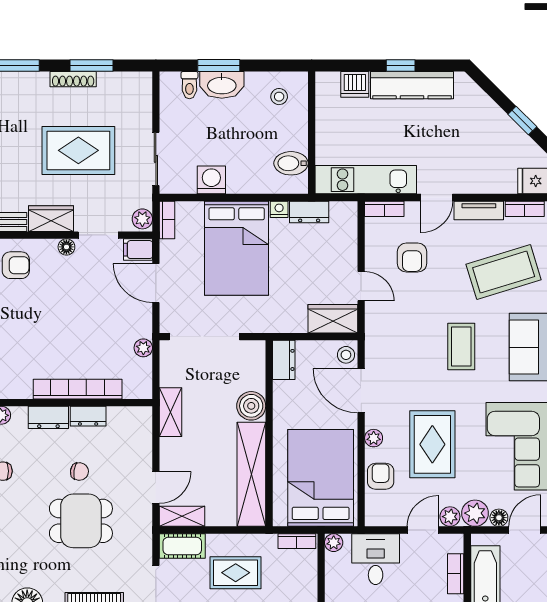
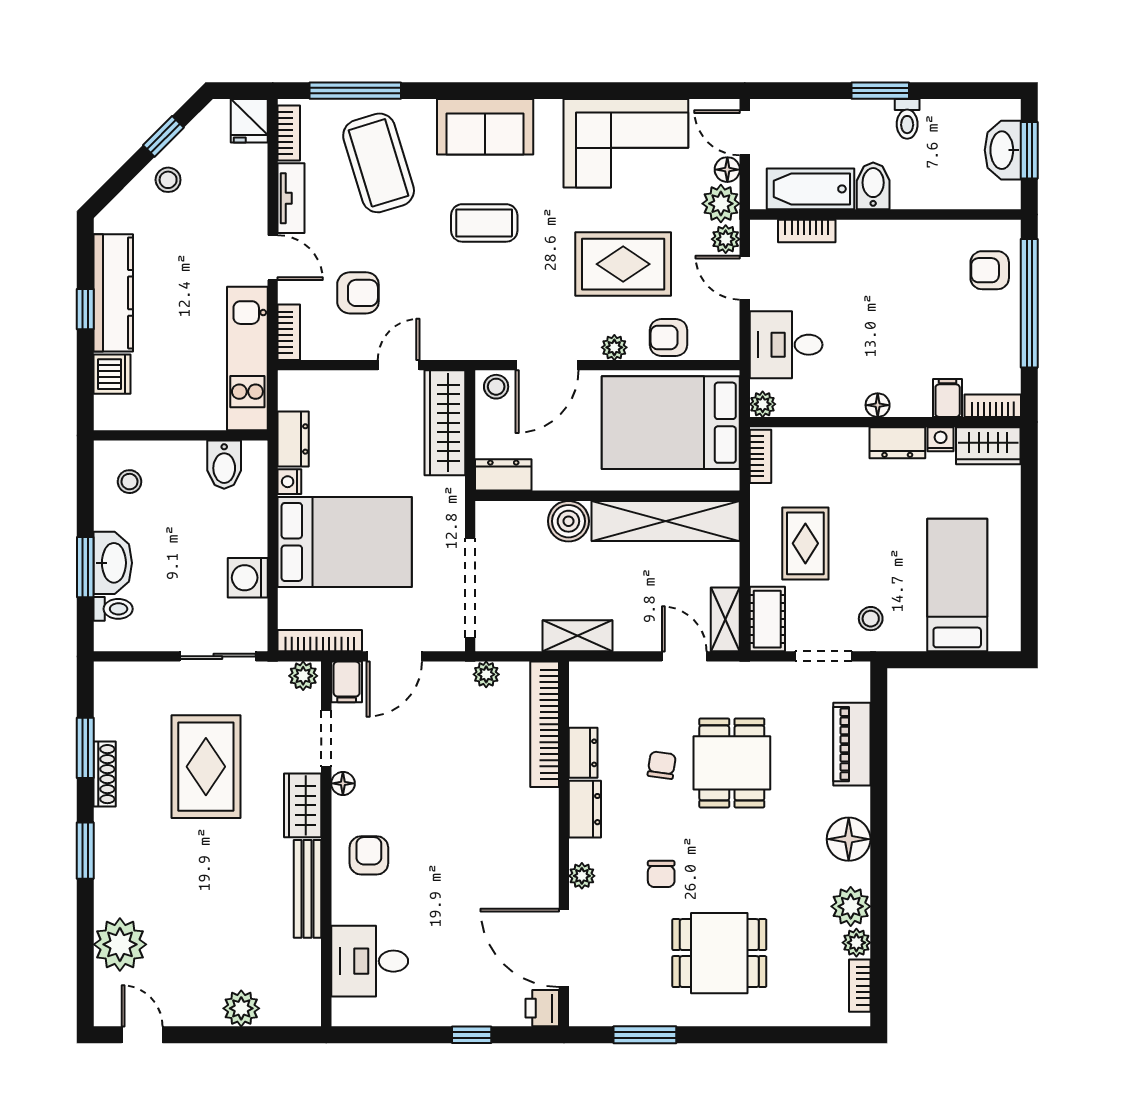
stool: (492, 124) -> (168, 180), added
bookcase: (167, 220) -> (320, 641), width x1.56
wardrobe: (333, 319) -> (445, 423), width x1.50
bookcase: (78, 389) -> (545, 724), moved

